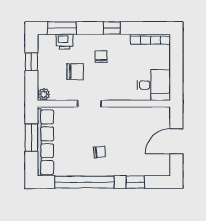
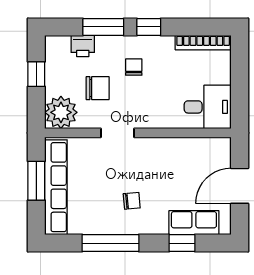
window: (62, 28) -> (103, 27), moved
plant: (44, 94) -> (61, 112), width x1.88, depth x1.88
row of seats: (144, 168) -> (194, 223), added
window: (84, 182) -> (110, 243), width x0.68

